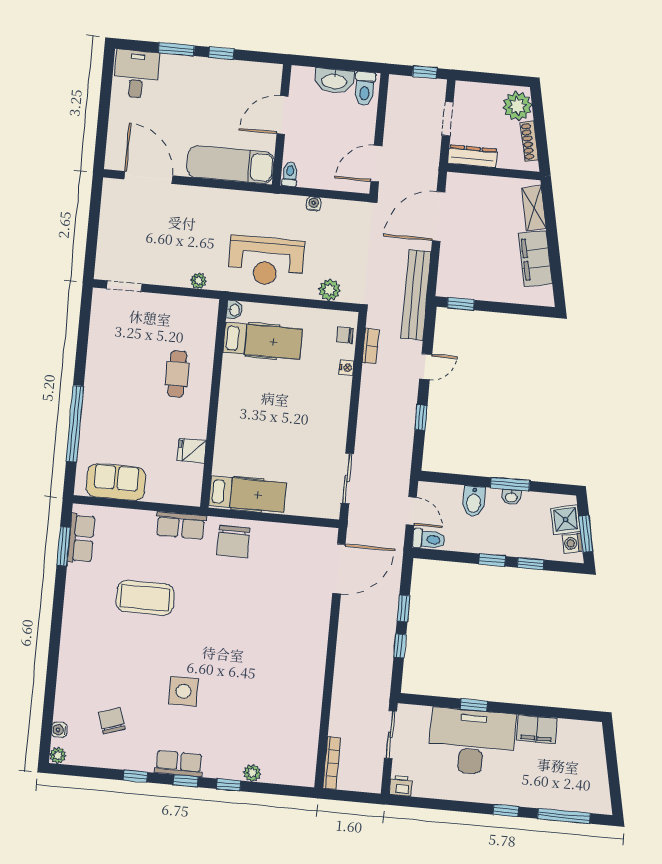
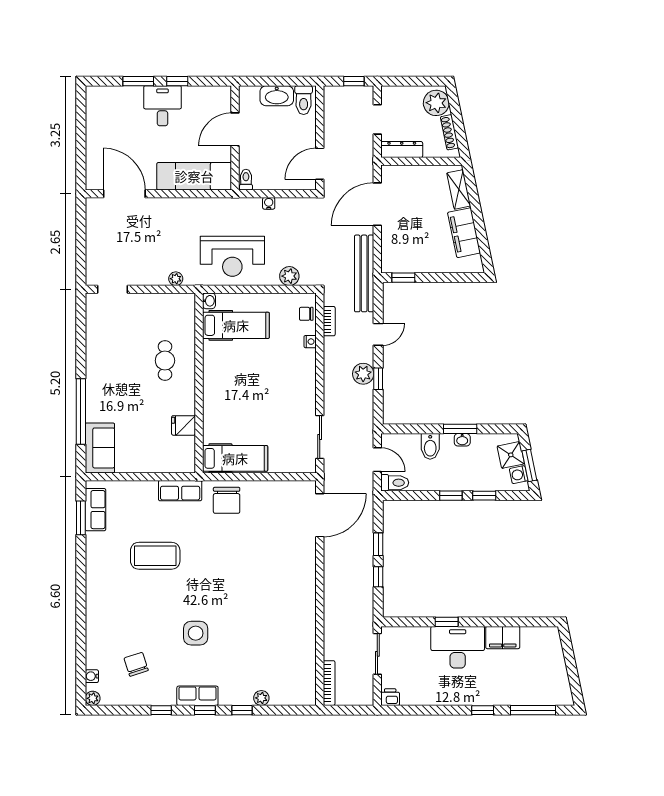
desk: (137, 74) -> (163, 106), moved
plant: (404, 410) -> (363, 374), added
sofa: (116, 482) -> (100, 448), moved, turned 90
desk: (472, 742) -> (458, 647), width x0.73, depth x0.77

